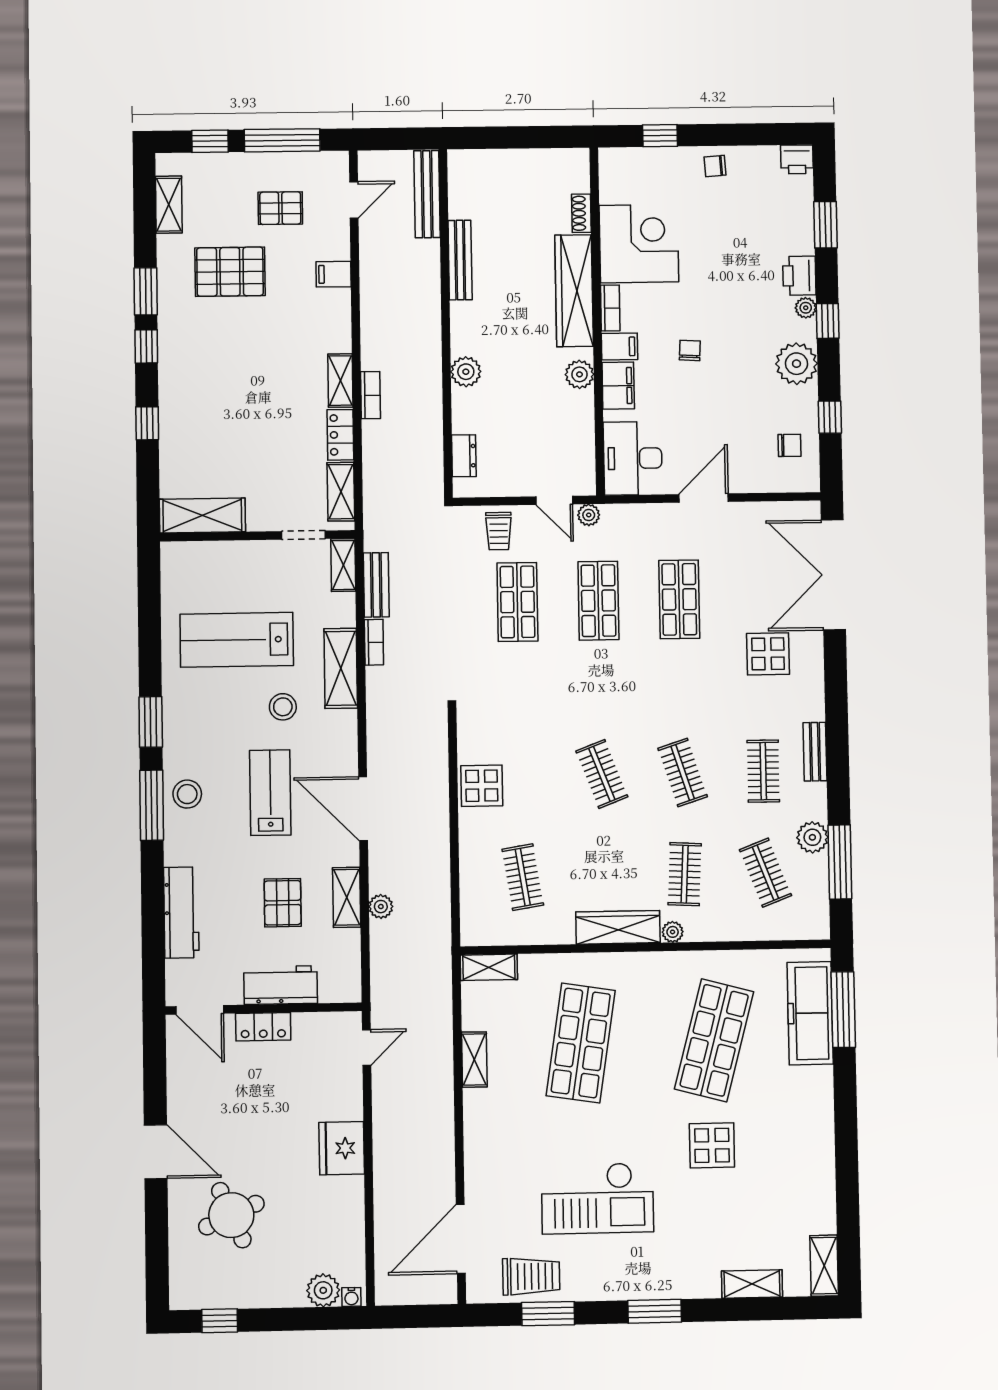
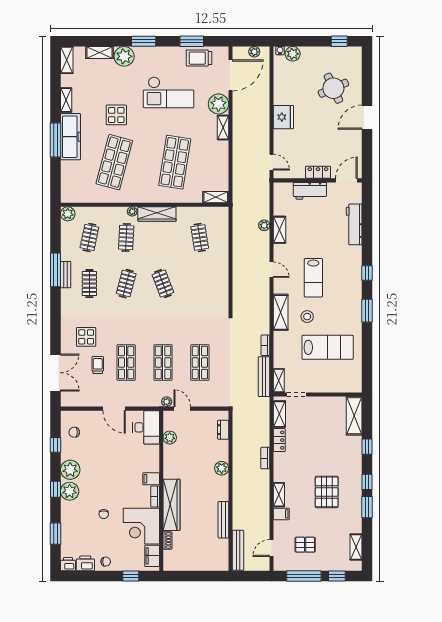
pallet: (230, 272) -> (327, 492), moved, turned 90
printer: (799, 276) -> (85, 563), moved, turned -90
plant: (806, 308) -> (70, 491), width x1.88, depth x1.88
chair: (690, 350) -> (104, 514), moved
plant: (579, 374) -> (170, 438), moved
shelving: (340, 381) -> (279, 495), moved
filing cabinet: (618, 386) -> (152, 556), moved
door: (704, 498) -> (114, 409), hinge flipped
shelving: (202, 515) -> (354, 416), moved, turned 90
trolley: (499, 531) -> (98, 365), moved
double door: (833, 575) -> (55, 373), width x0.73
bench: (376, 585) -> (264, 377), width x1.36
shelving: (341, 668) -> (281, 312), moved
bench: (815, 752) -> (66, 275), moved
clothes rail: (683, 773) -> (126, 284), turned 33
display table: (482, 786) -> (218, 279), removed
stool: (187, 794) -> (351, 278), removed
window: (152, 805) -> (367, 273), width x0.46
door: (363, 809) -> (271, 270), width x0.53
plant: (812, 837) -> (68, 214), moved
window: (840, 862) -> (55, 270), moved
clothes rail: (765, 873) -> (89, 237), turned 33
pallet: (283, 903) -> (308, 228), removed
door: (200, 1010) -> (346, 180), hinge flipped
window: (843, 1010) -> (55, 140), moved
freezer: (810, 1013) -> (71, 137), moved
door: (367, 1047) -> (271, 162), swing flipped
shelving: (474, 1060) -> (223, 127), moved
door: (156, 1152) -> (367, 117), hinge flipped
plant: (486, 1175) -> (218, 104), added
shelving: (823, 1176) -> (66, 100), added
checkout: (597, 1198) -> (169, 92), turned 180
plant: (697, 1277) -> (124, 56), added
plant: (409, 1293) -> (254, 52), added

